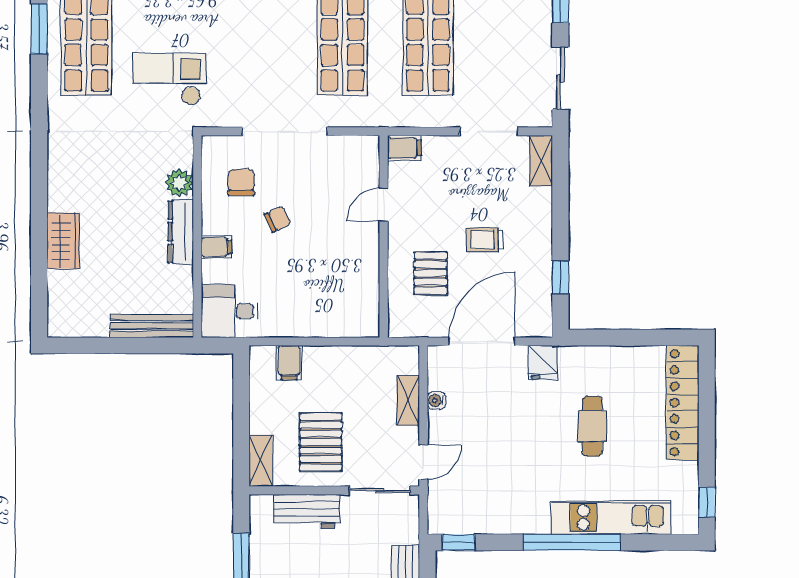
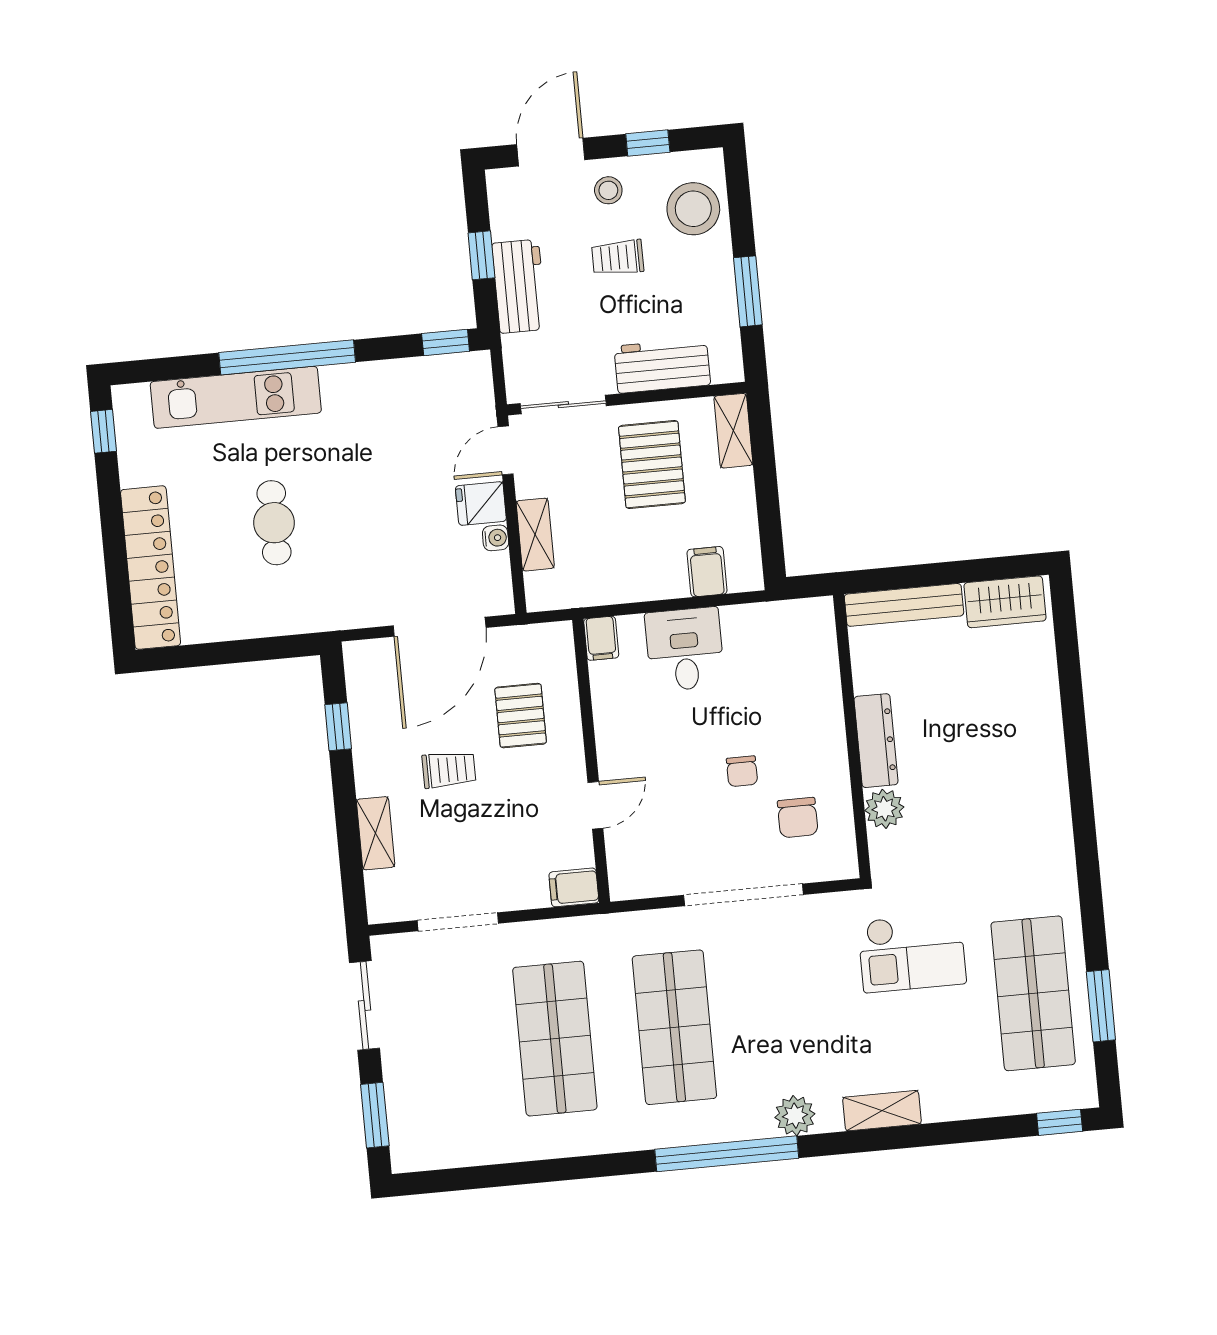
shelving: (541, 161) -> (376, 833), moved
chair: (278, 219) -> (742, 771), turned -65
wardrobe: (63, 241) -> (1005, 602), moved, turned -90
filing cabinet: (216, 247) -> (601, 638), moved, turned -90
desk: (230, 311) -> (685, 649), moved, turned -90
fridge: (543, 362) -> (481, 504), moved, turned -90

